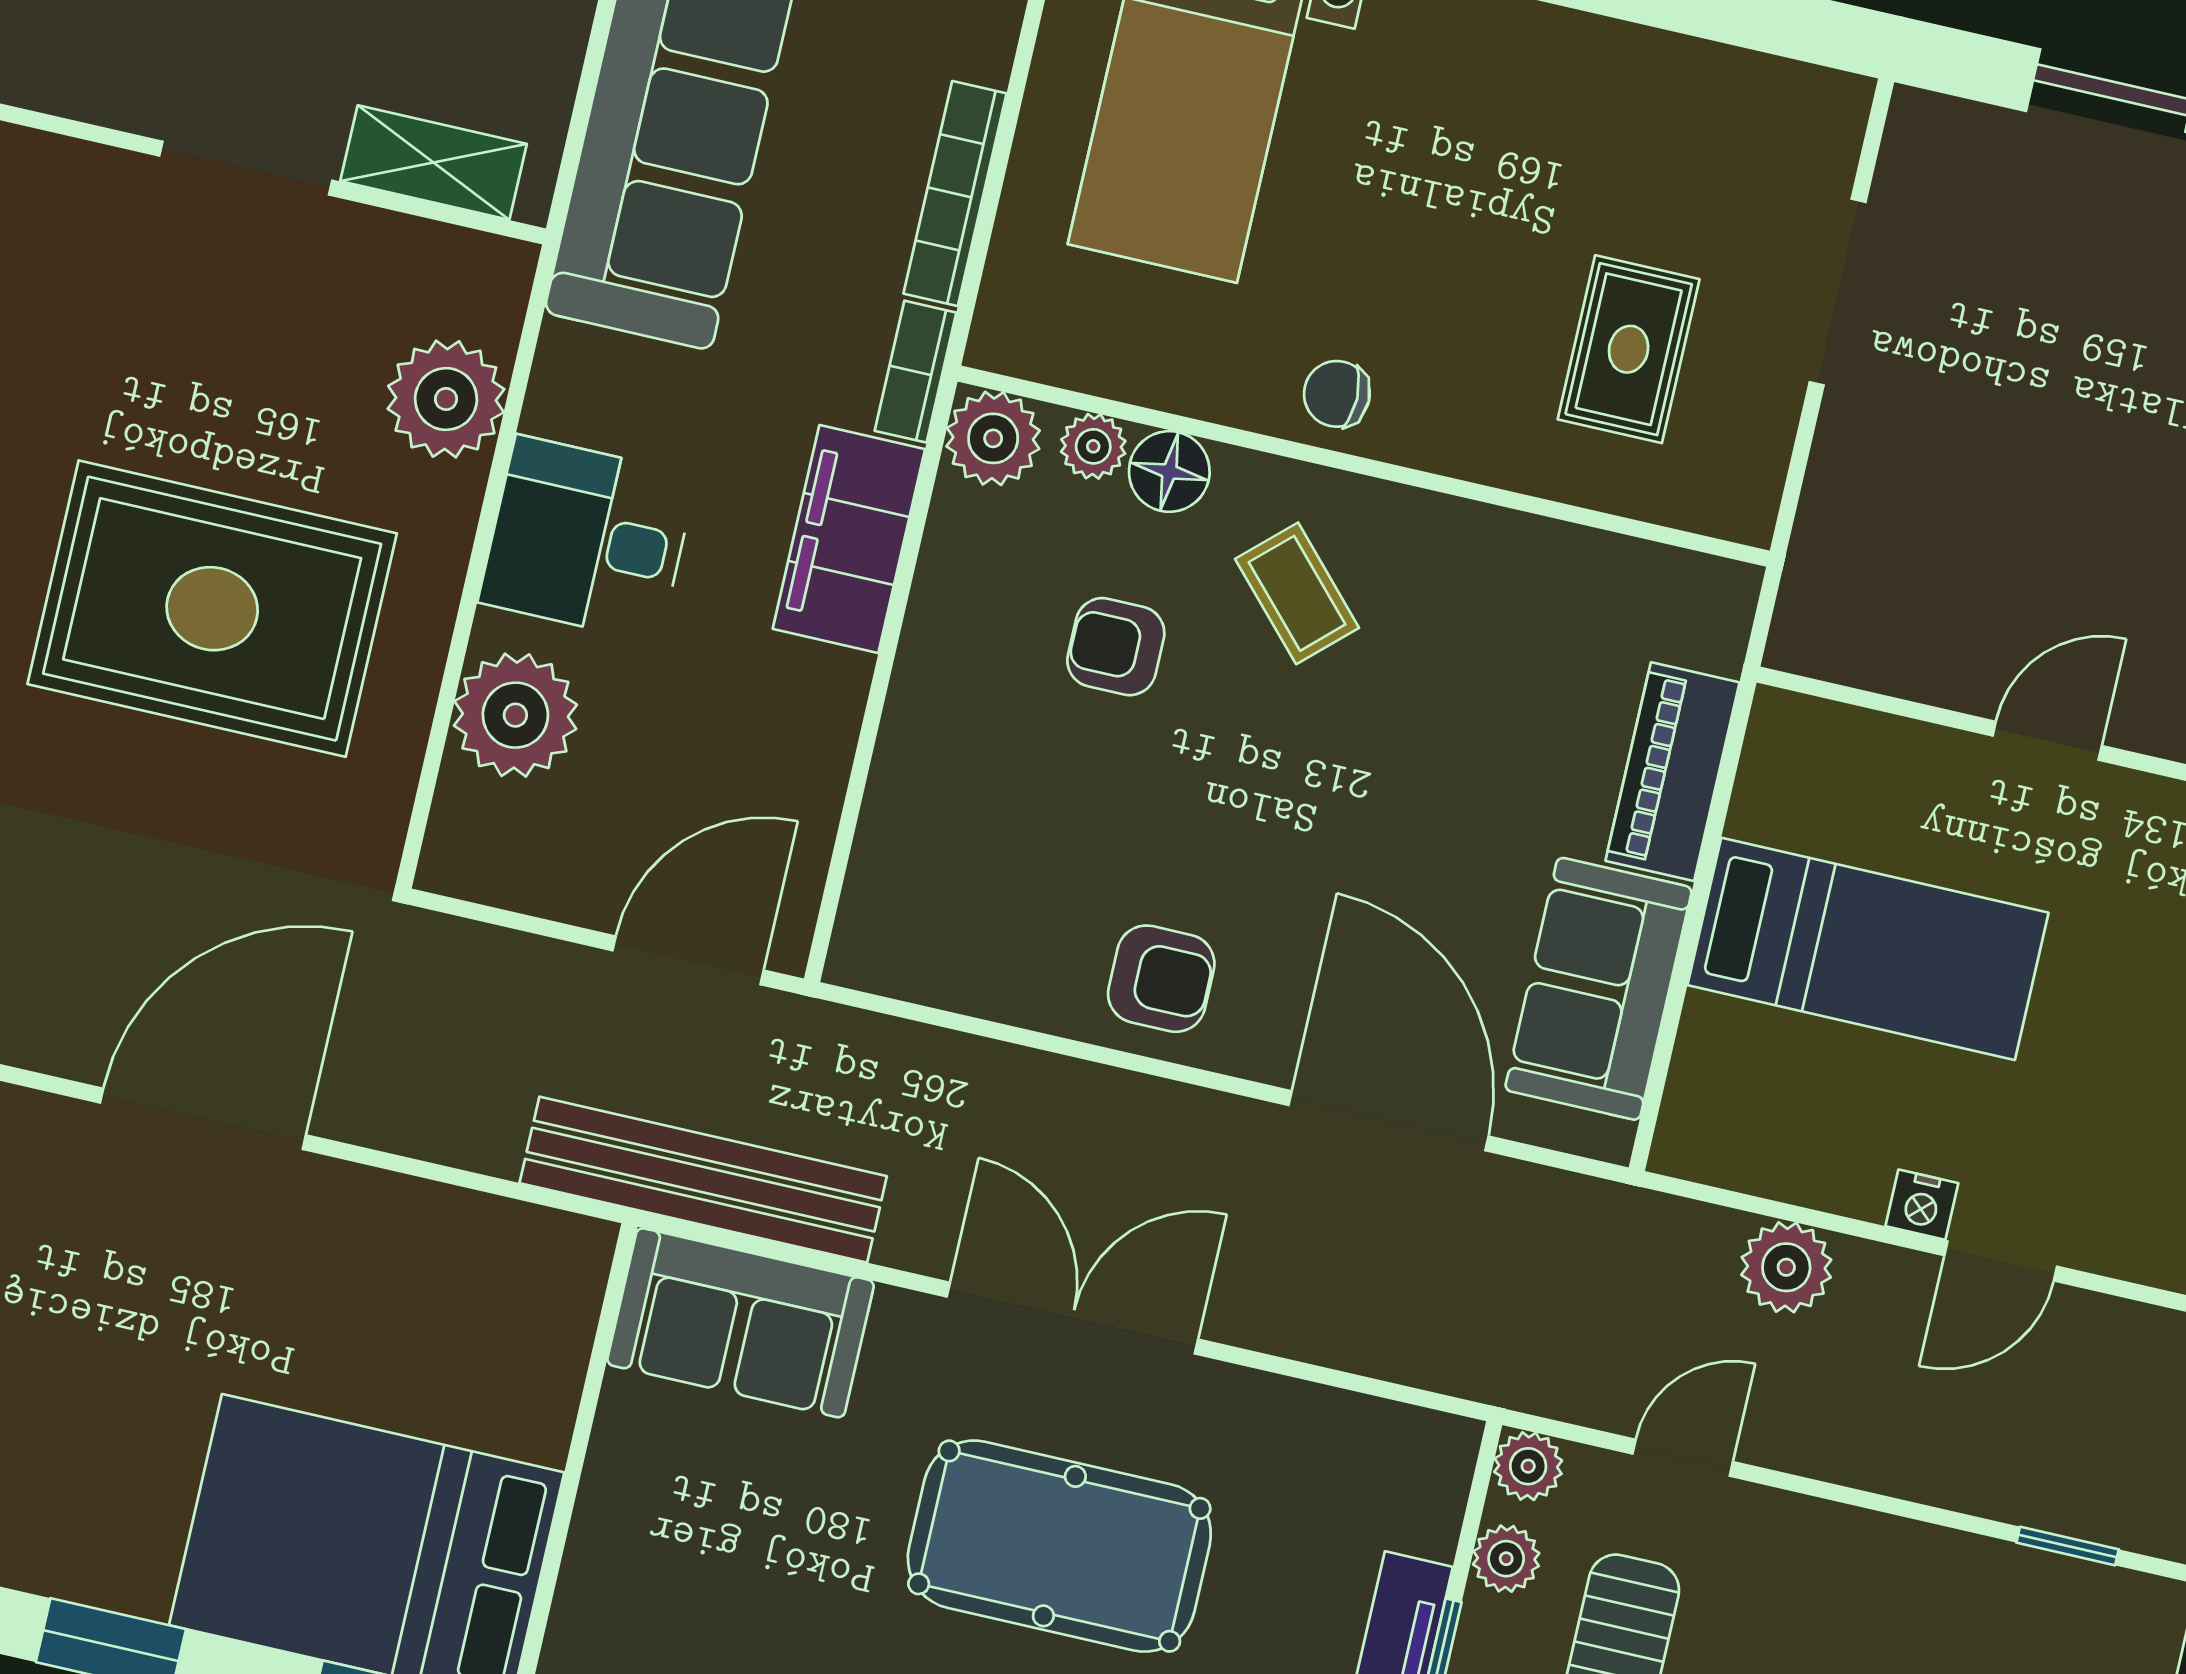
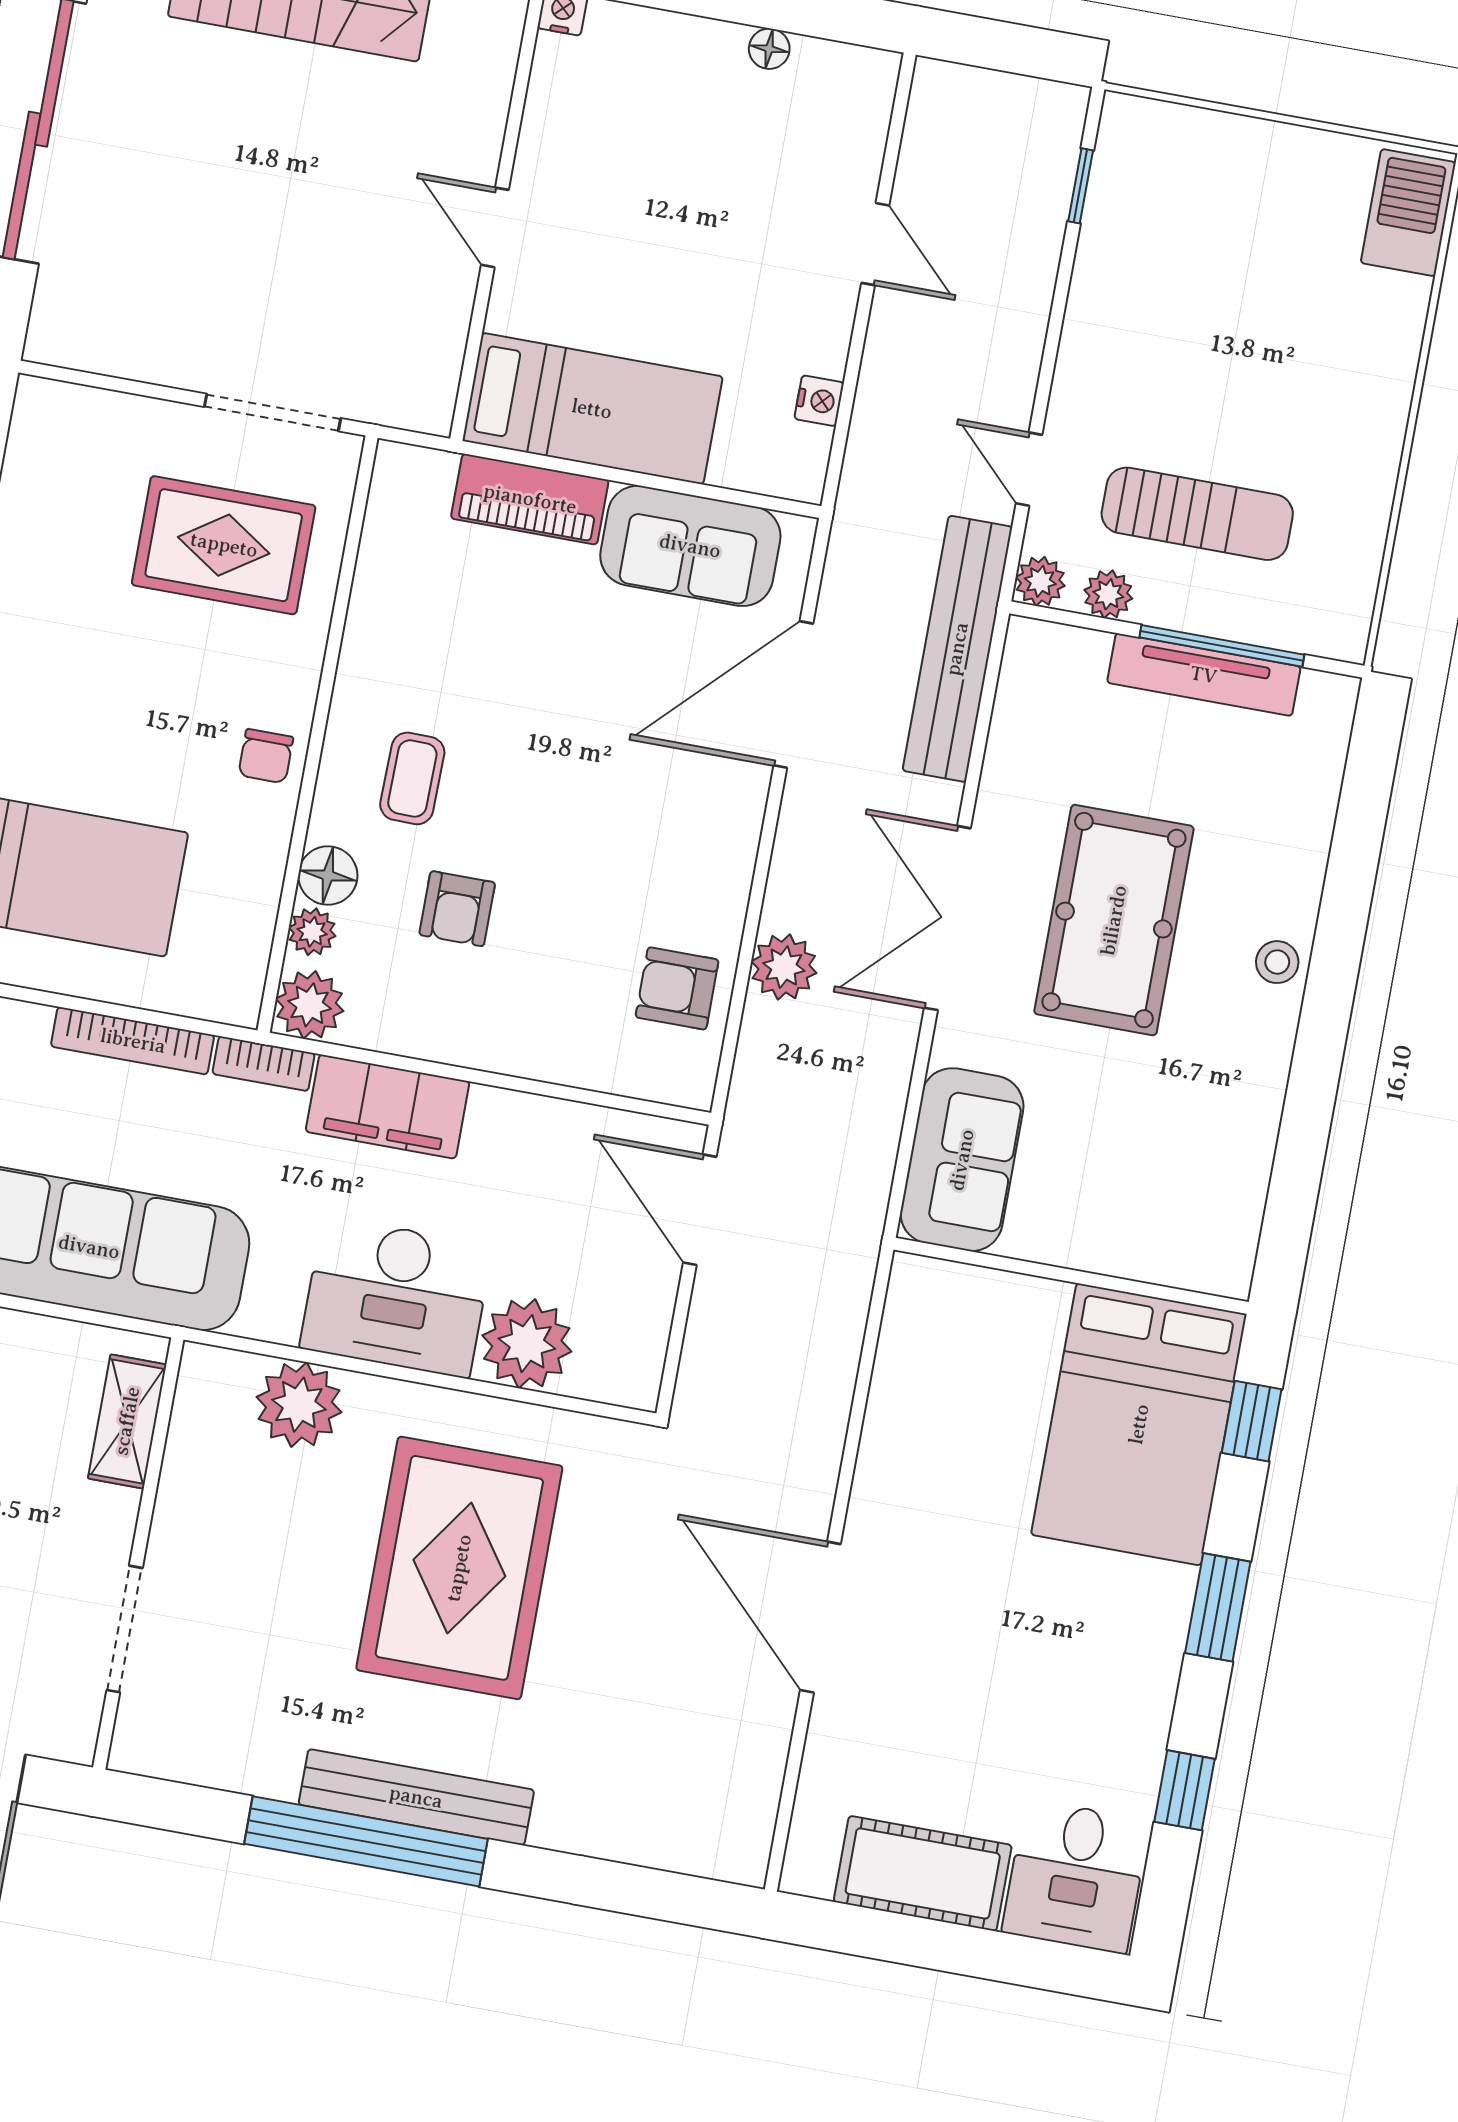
doorway: (246, 168) -> (125, 1629), moved
doorway: (1838, 292) -> (273, 413), moved
rug: (1629, 349) -> (224, 545), width x1.36, depth x1.43
desk: (587, 539) -> (396, 1297), width x1.37
coffee table: (1297, 593) -> (412, 778), turned -46
bed: (1868, 949) -> (592, 409), moved, turned 90
armchair: (1161, 979) -> (677, 988), moved, turned -90
door: (203, 1119) -> (820, 1617), moved
bench: (703, 1180) -> (957, 649), moved
nightstand: (1922, 1205) -> (819, 401), moved
plant: (1786, 1267) -> (784, 967), moved

